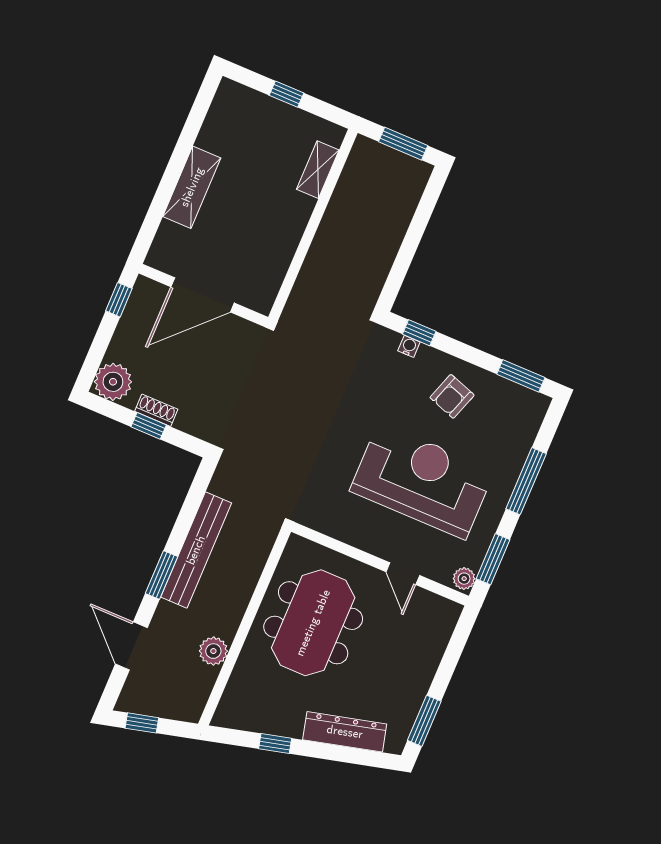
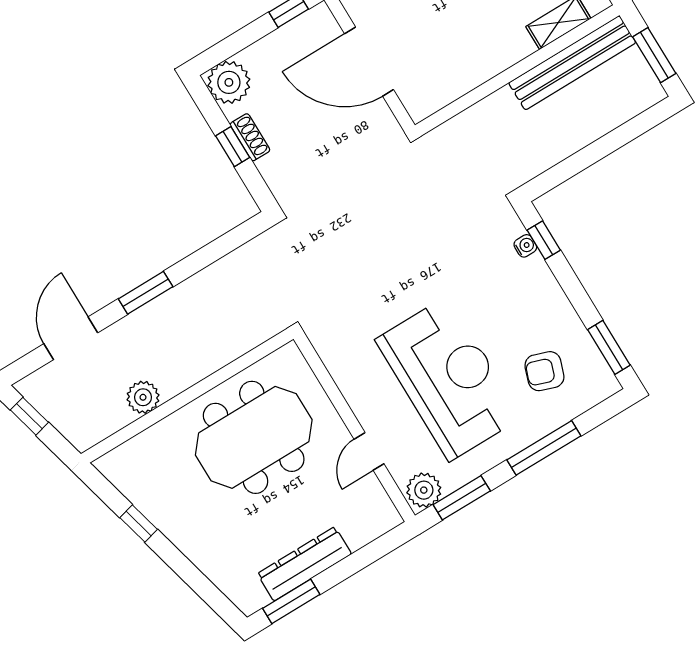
armchair: (452, 396) -> (544, 371), moved
bench: (196, 550) -> (572, 63), moved
plant: (464, 579) -> (424, 490), width x1.38, depth x1.38
dresser: (345, 732) -> (304, 564), moved, turned -76

